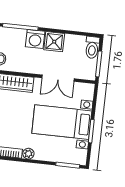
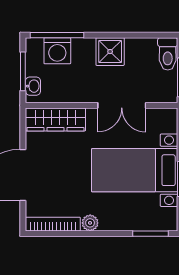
washing machine: (35, 39) -> (57, 51), moved

